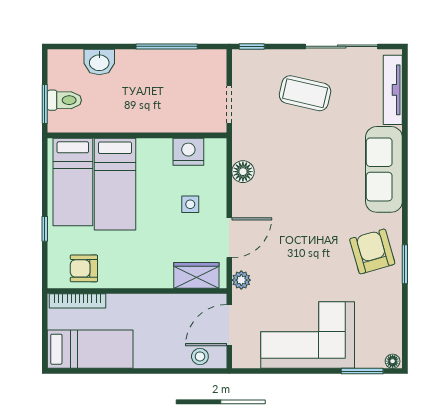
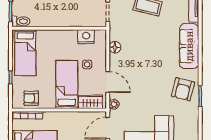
toilet: (64, 100) -> (21, 21), moved
bed: (115, 184) -> (67, 84), moved, turned 180
door: (229, 238) -> (108, 82), hinge flipped
armchair: (372, 251) -> (183, 89), turned -150

